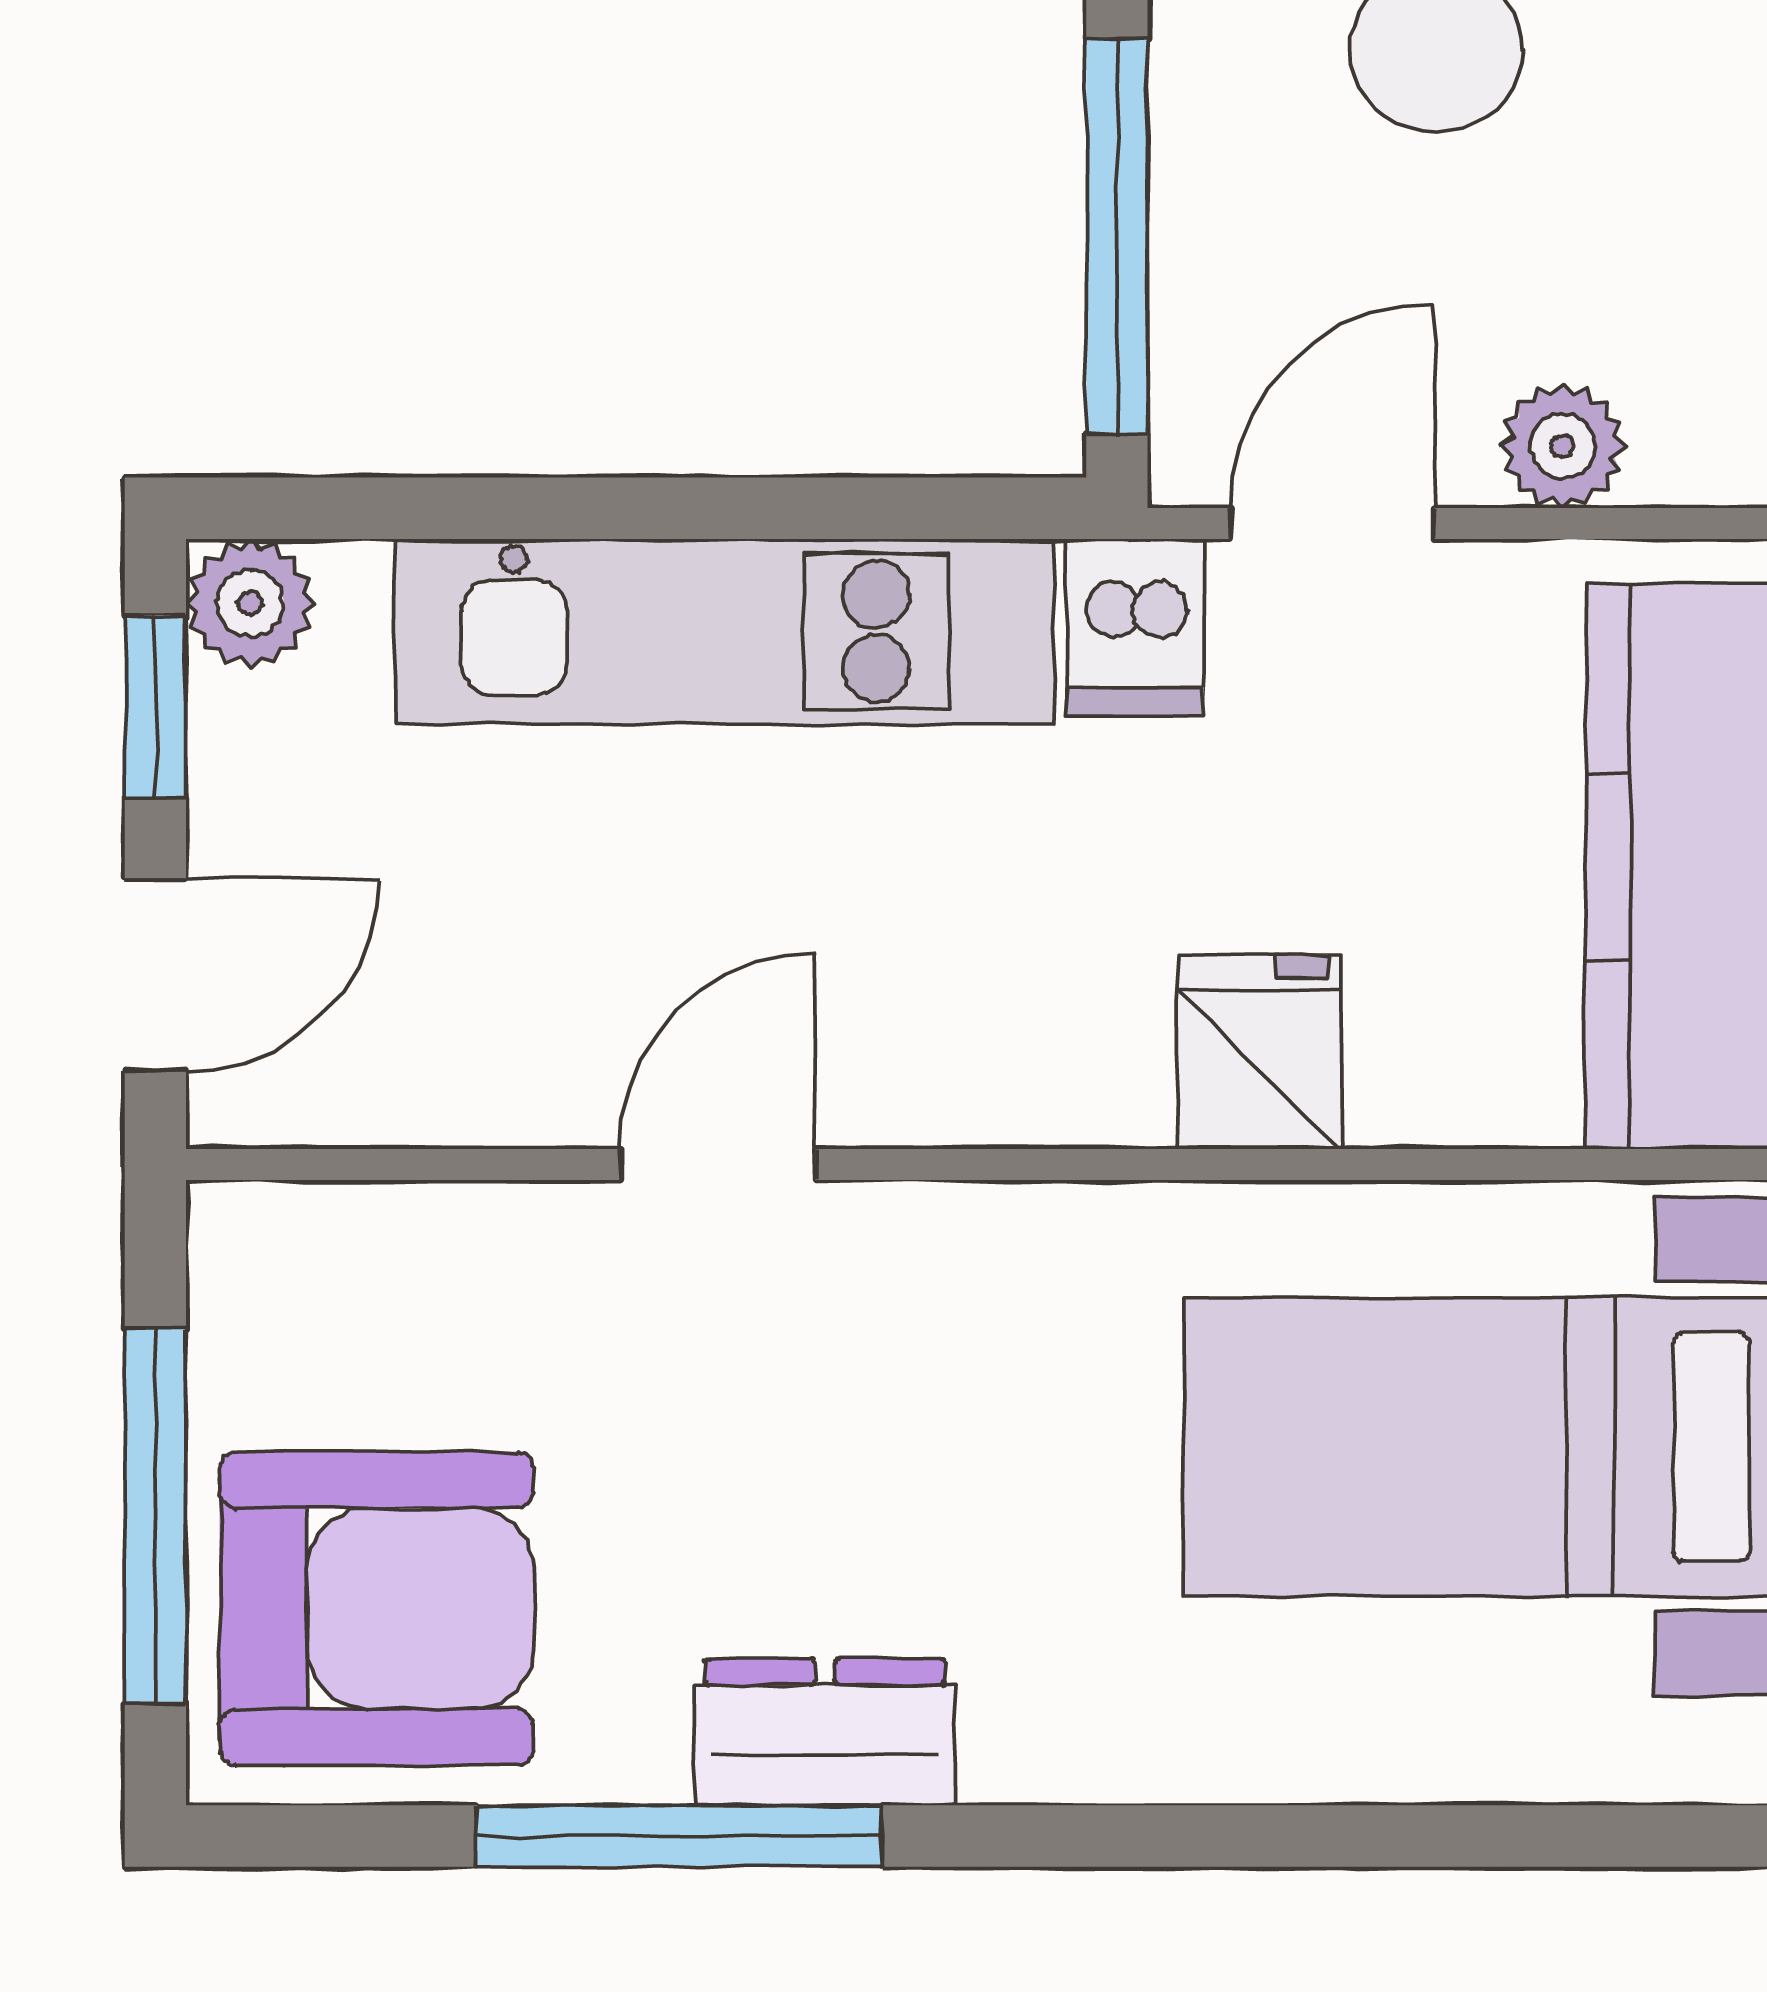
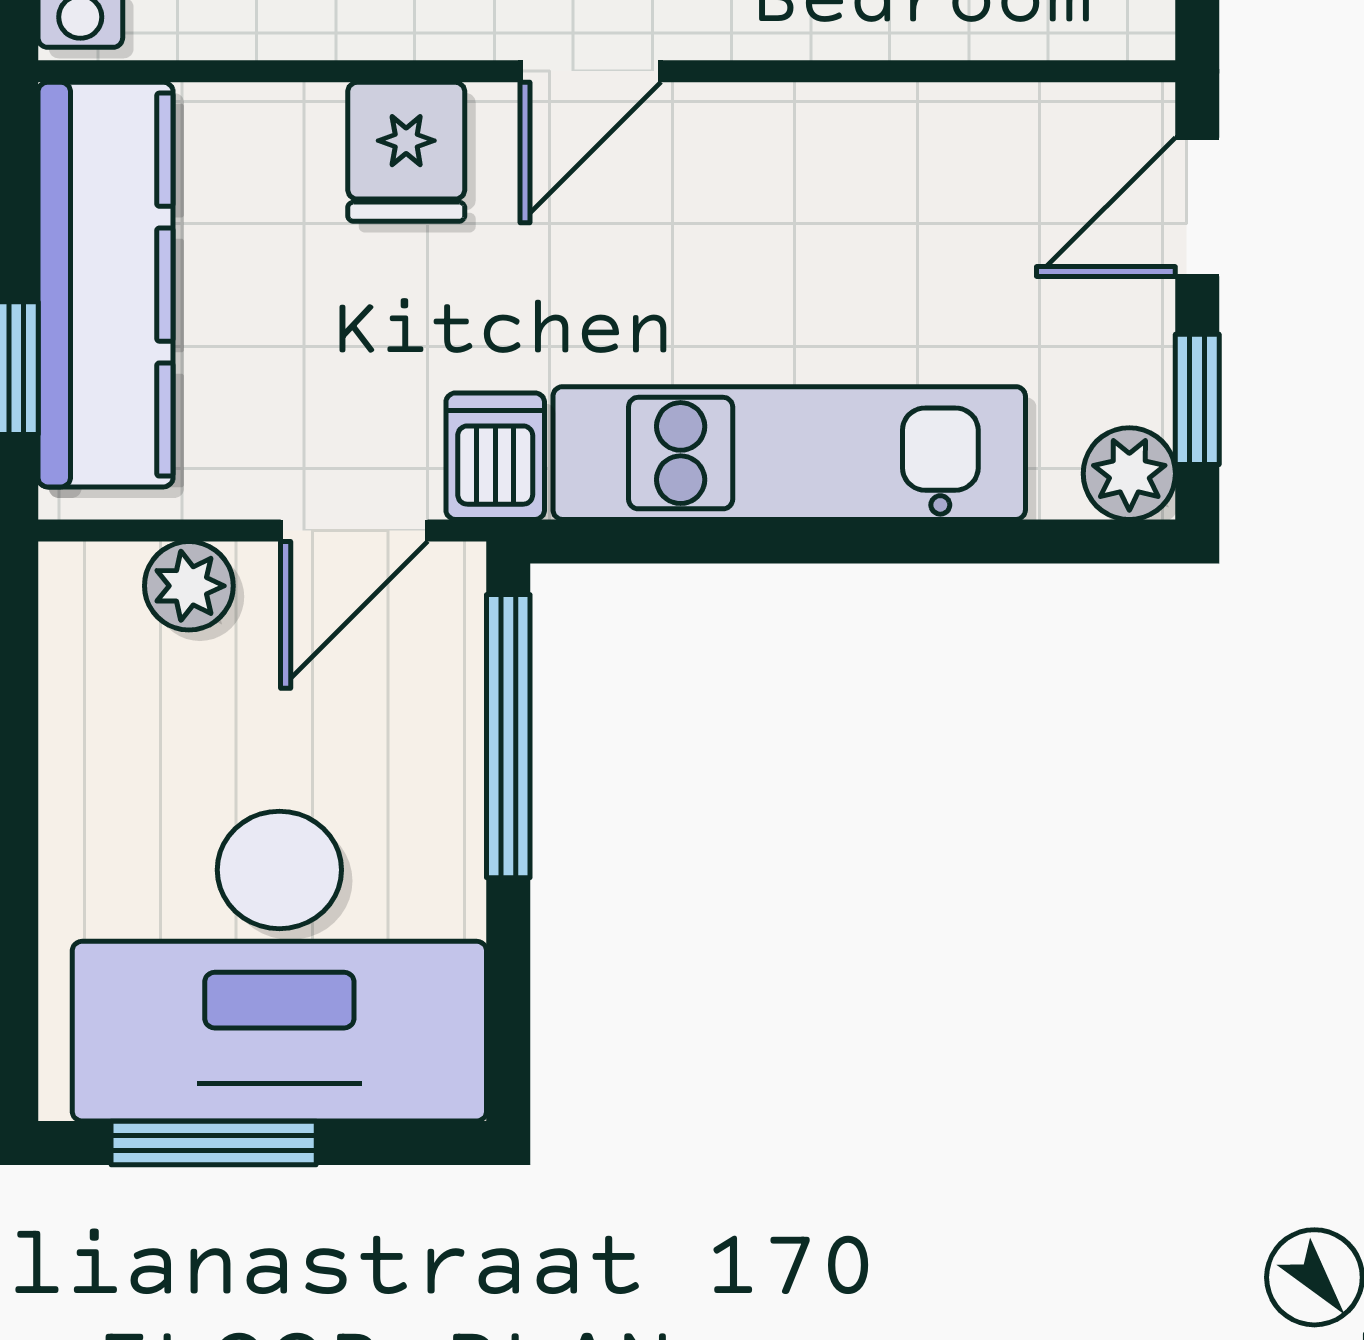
door: (717, 1164) -> (590, 71), moved

